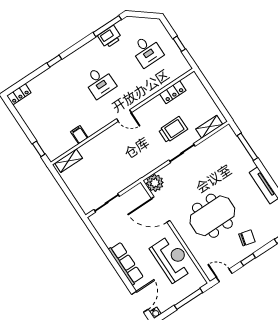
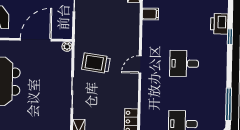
printer: (110, 37) -> (219, 24), moved
trolley: (173, 130) -> (96, 63), moved, turned 98
plant: (155, 183) -> (67, 47), width x0.53, depth x0.53

